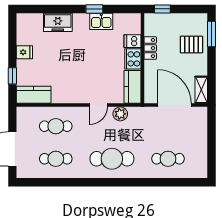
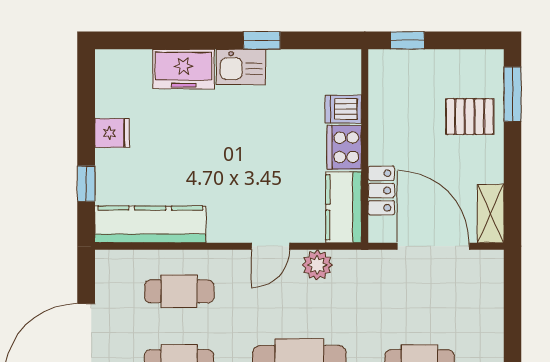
kitchen sink: (101, 21) -> (241, 67), moved
locker: (150, 48) -> (381, 191), moved
kitchen counter: (34, 95) -> (150, 224), width x1.50

